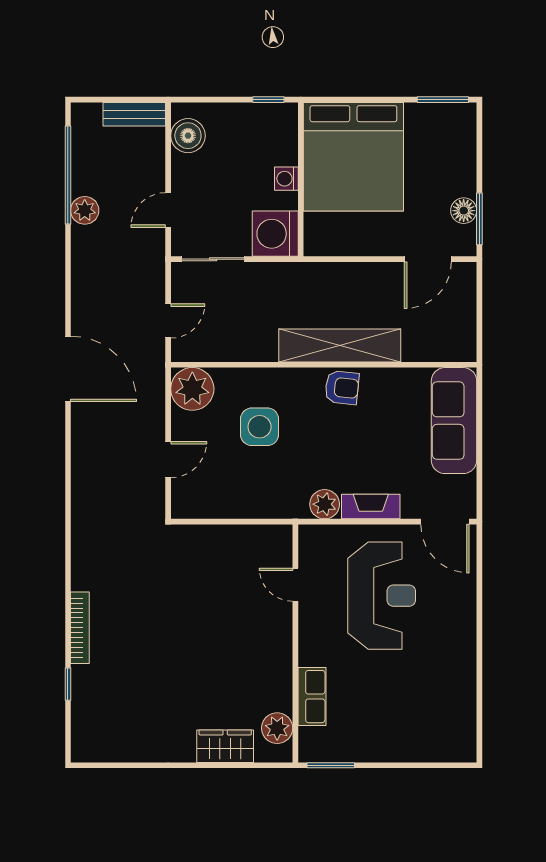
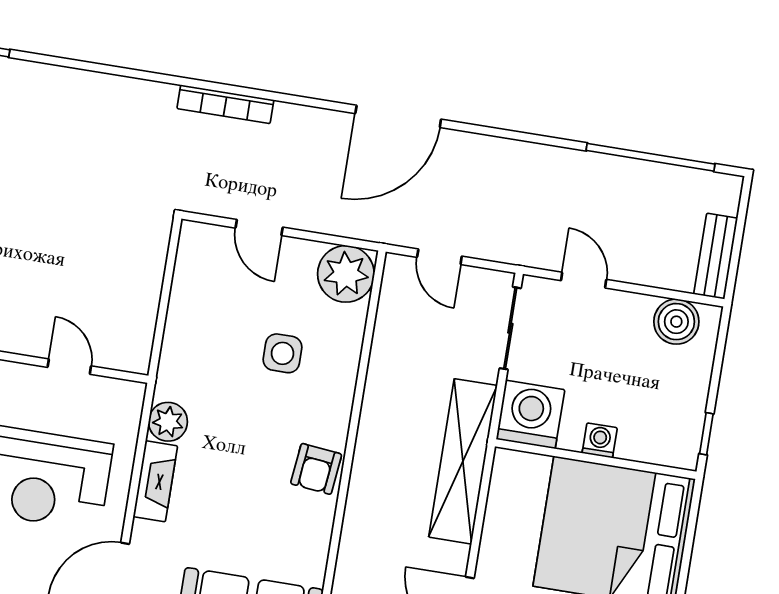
plant: (85, 210) -> (601, 172), removed
shelving: (340, 345) -> (463, 461), moved
side table: (260, 427) -> (282, 353), width x0.73, depth x0.73
door: (295, 585) -> (69, 367), hinge flipped
bookcase: (80, 628) -> (225, 104), moved

